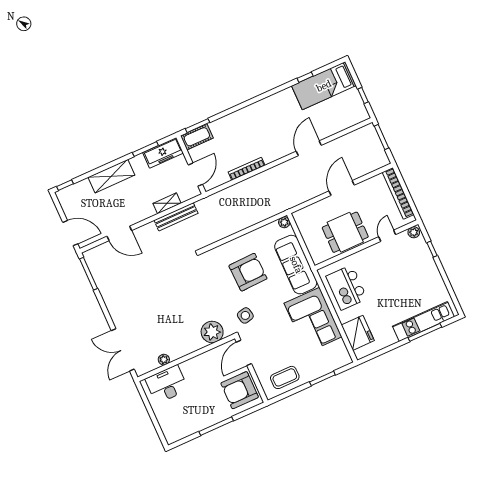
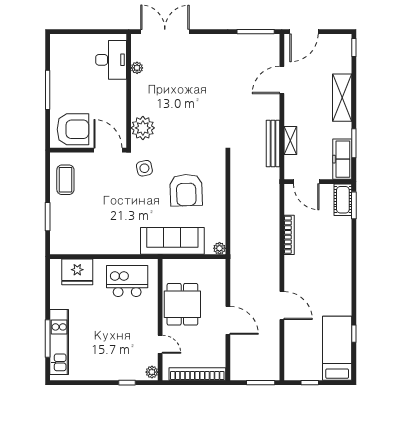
corner sofa: (313, 320) -> (110, 233), removed
armchair: (240, 390) -> (73, 129), turned 90

